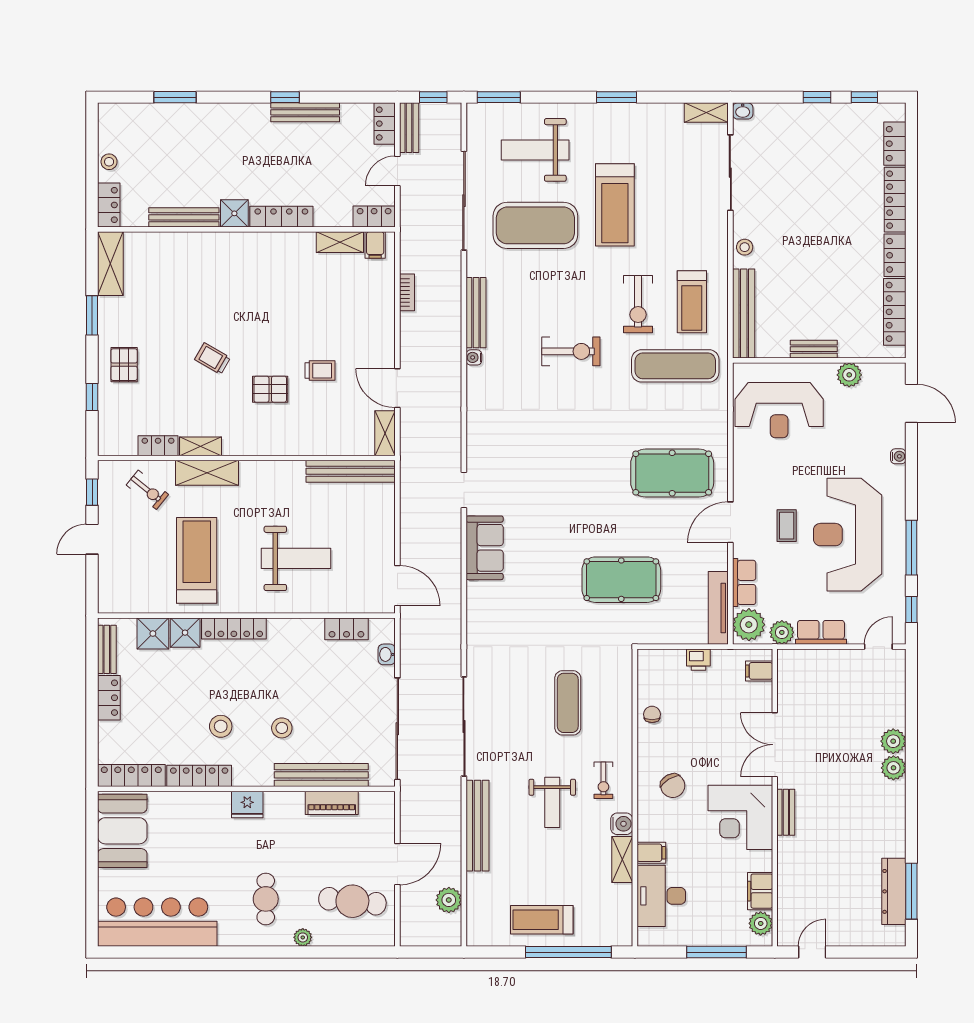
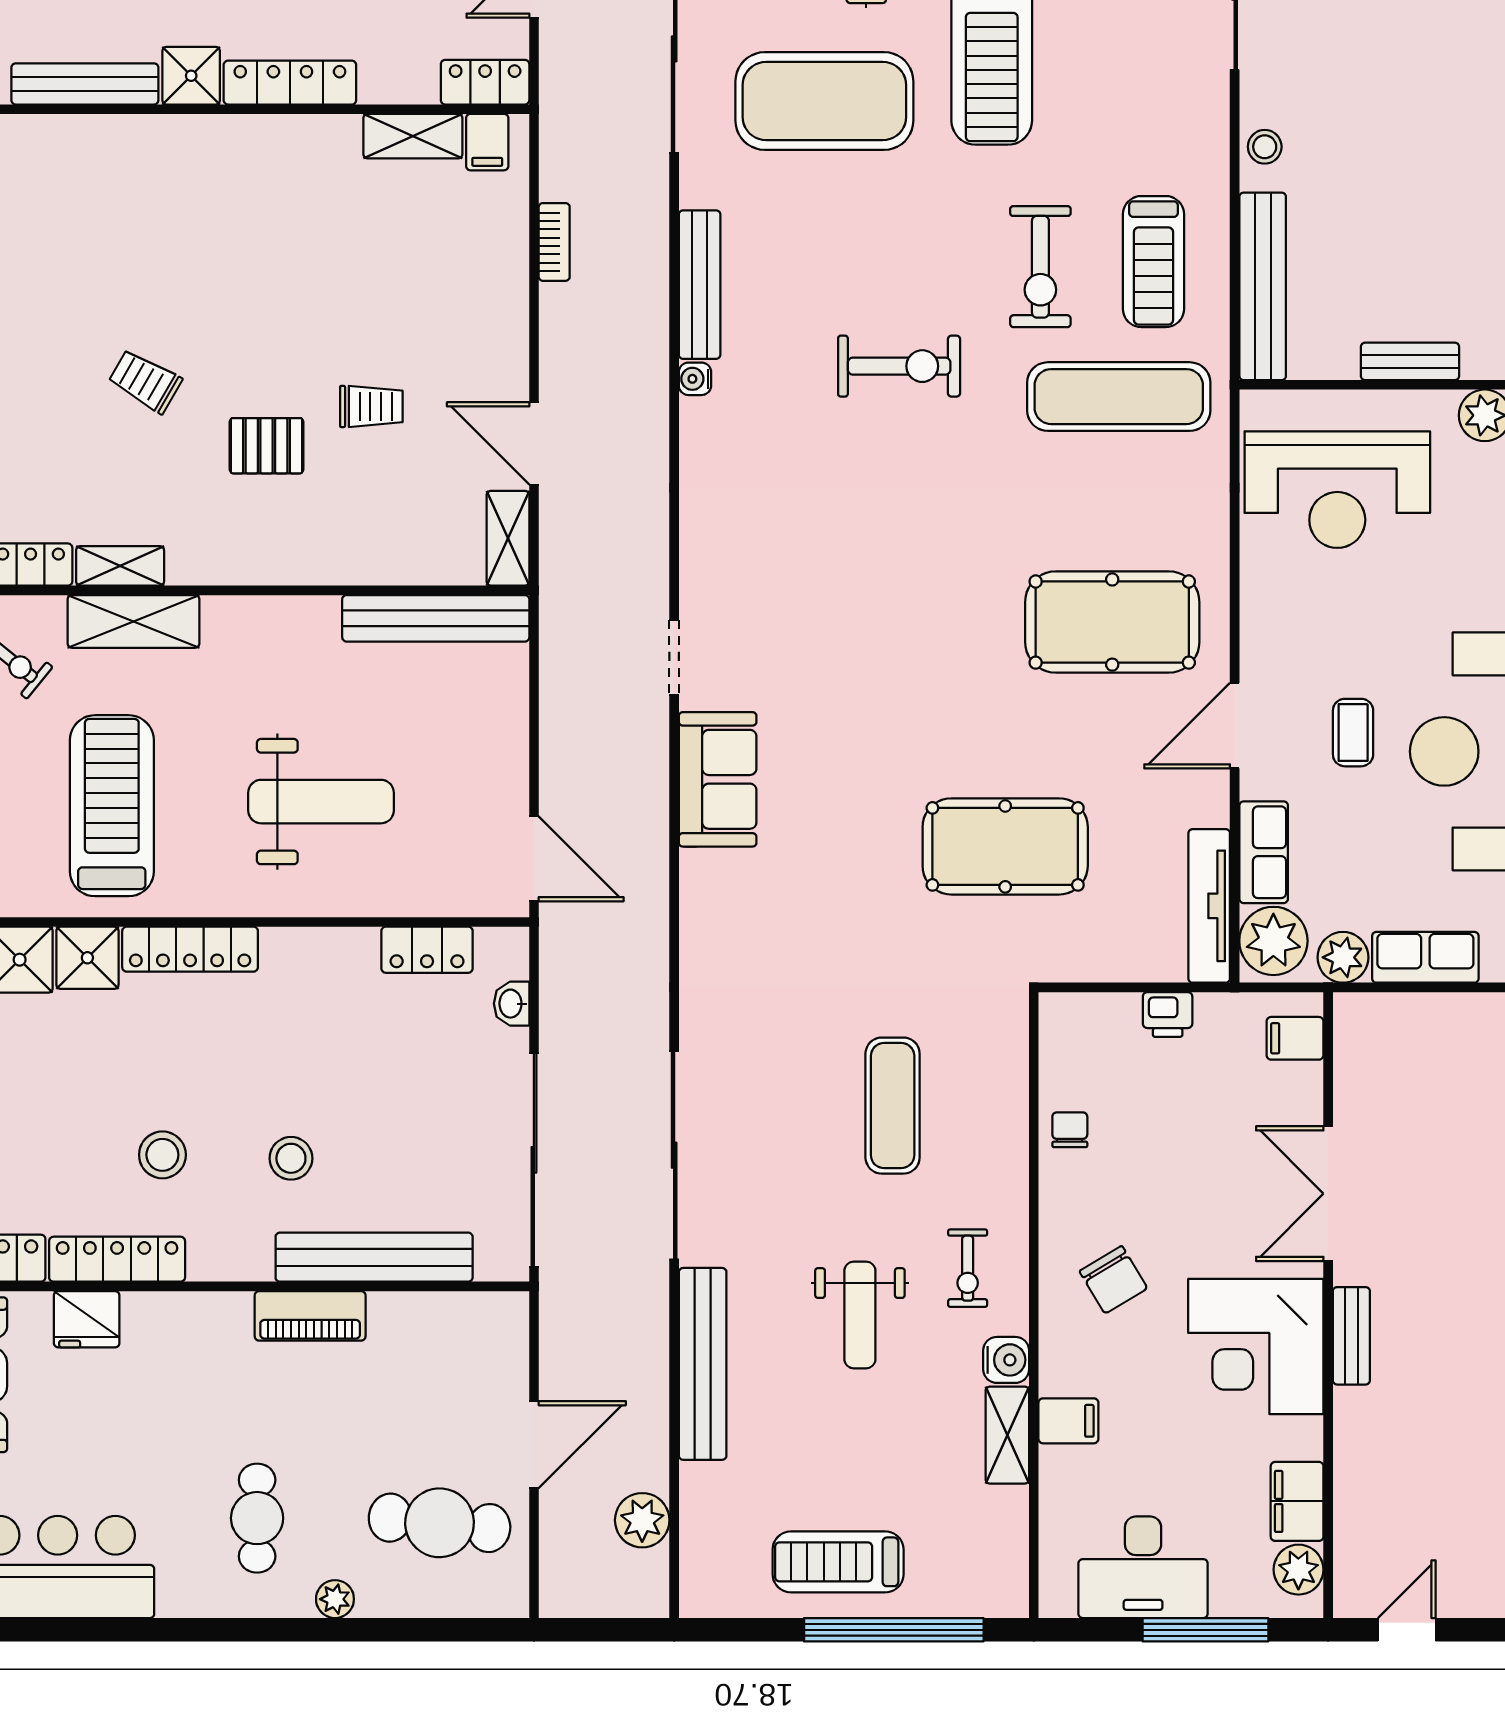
piano: (332, 803) -> (310, 1316), moved
fridge: (247, 804) -> (87, 1319), moved
desk: (661, 896) -> (1143, 1567), moved, turned -90

